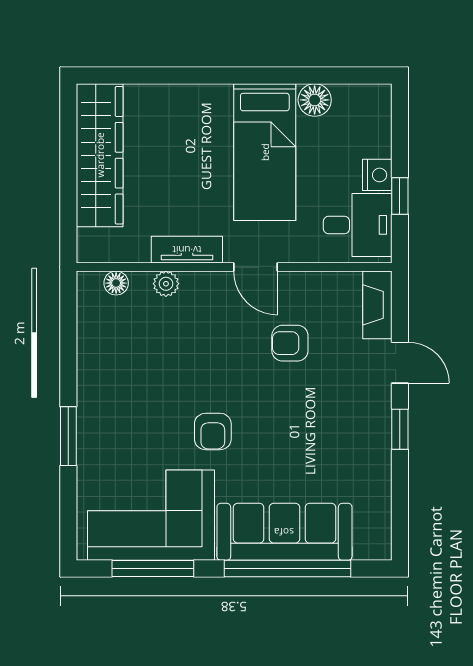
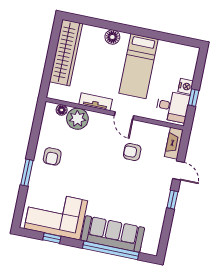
floor lamp: (315, 100) -> (112, 37), moved
plant: (166, 284) -> (77, 119), width x1.87, depth x1.87
armchair: (213, 431) -> (52, 156), moved
window: (153, 569) -> (52, 238), width x0.46

